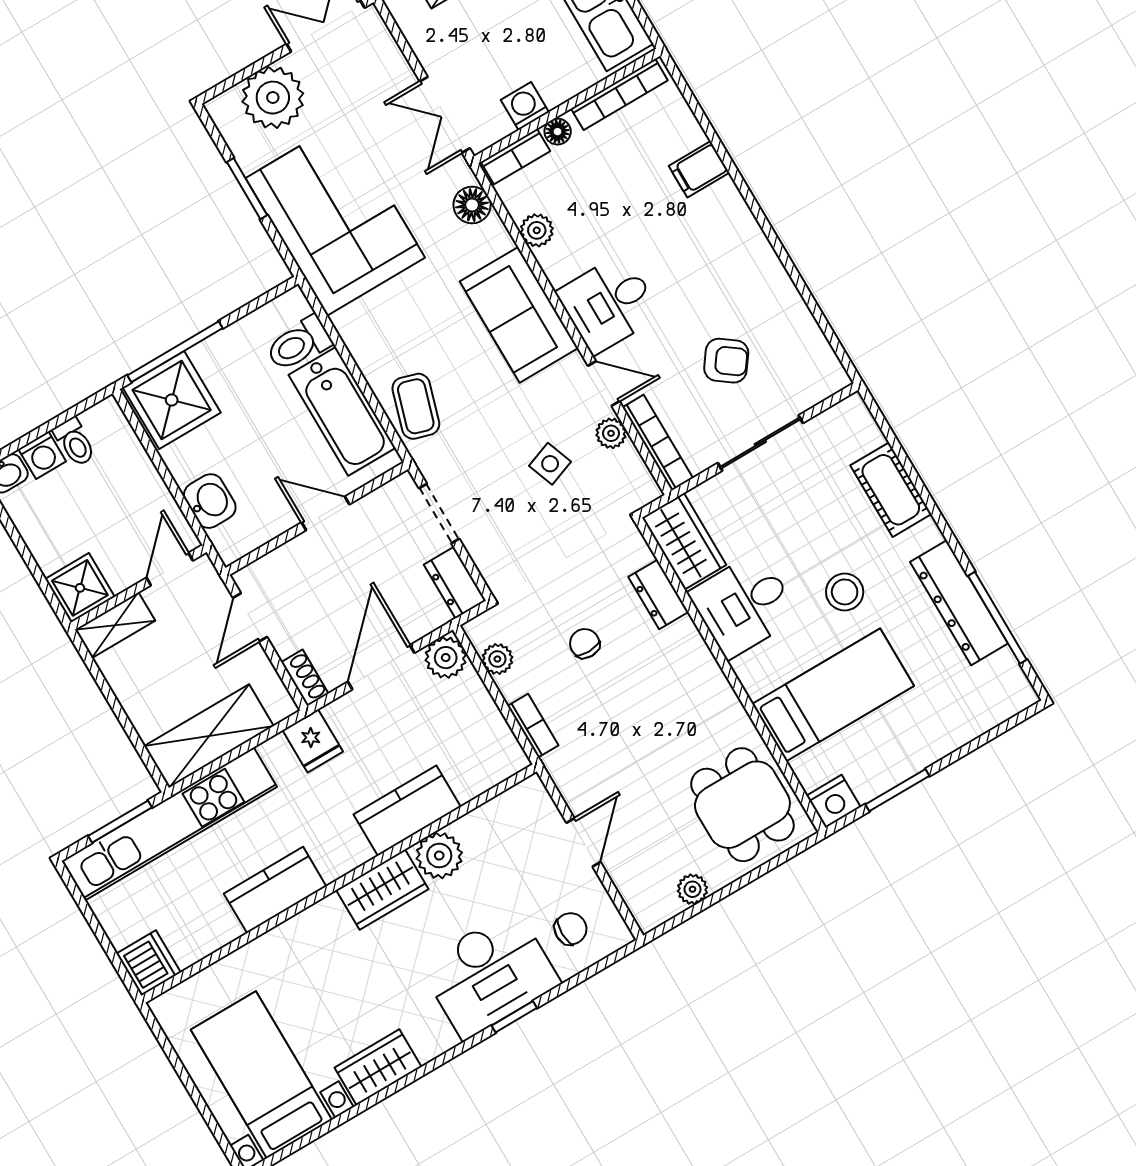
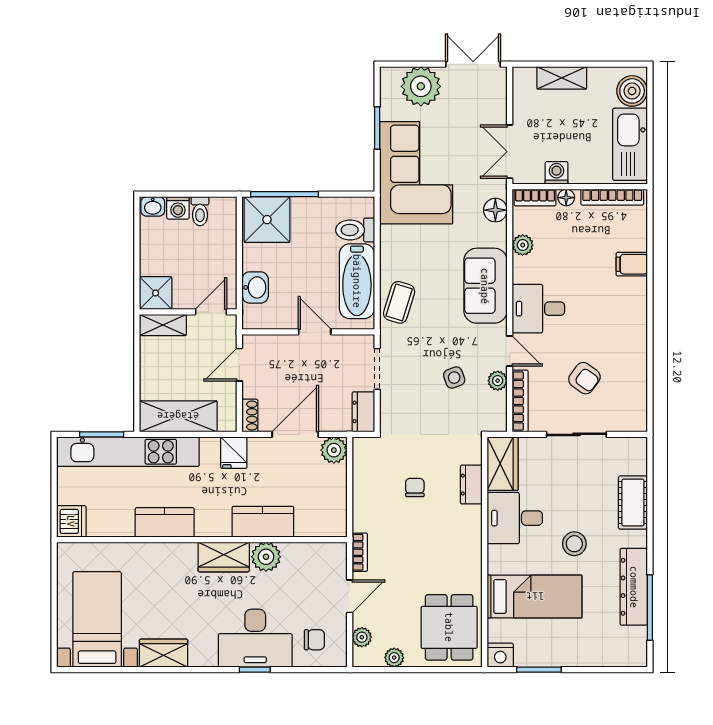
plant: (497, 659) -> (362, 637), moved
bookcase: (533, 726) -> (360, 552), moved

